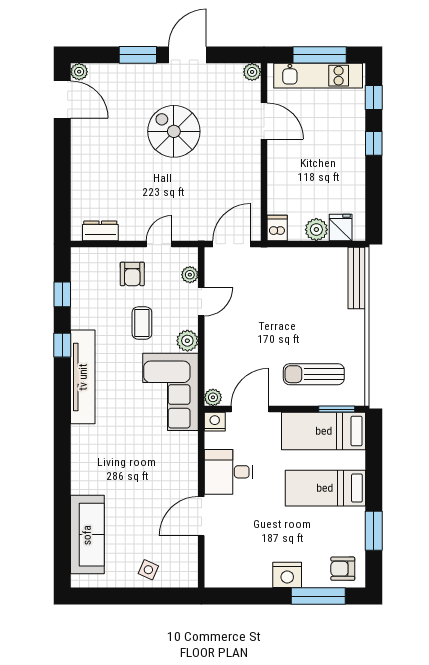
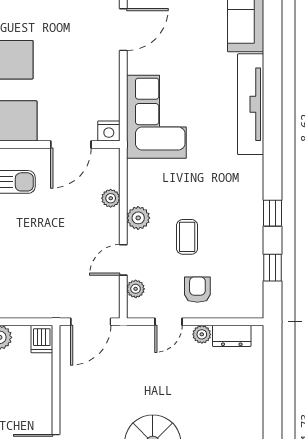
plant: (128, 232) -> (202, 334), added
tv unit: (83, 377) -> (251, 104), moved
corner sofa: (170, 392) -> (156, 117), moved
plant: (213, 397) -> (111, 198), moved
desk: (229, 472) -> (94, 77), removed

